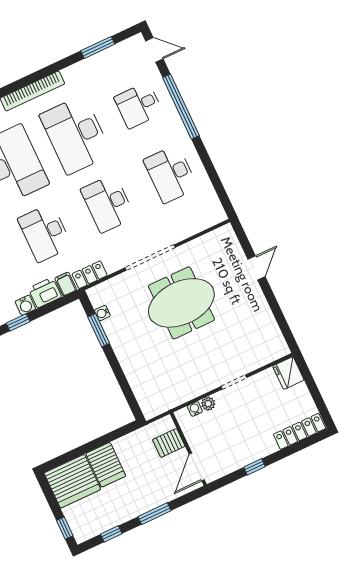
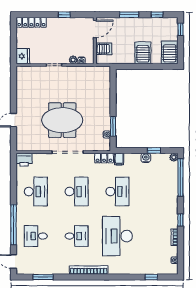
desk: (138, 105) -> (36, 236), turned 180
desk: (76, 135) -> (77, 236), width x0.53, depth x0.77
printer: (45, 293) -> (24, 160), moved
server rack: (72, 481) -> (170, 52), width x0.62

